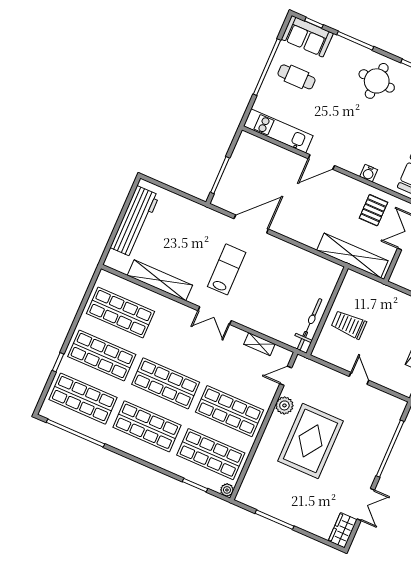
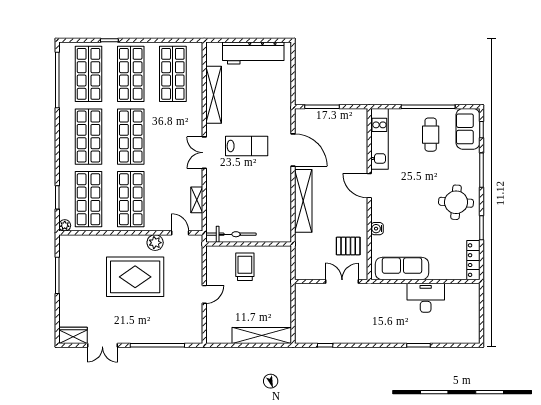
shelving: (352, 256) -> (303, 201), moved

